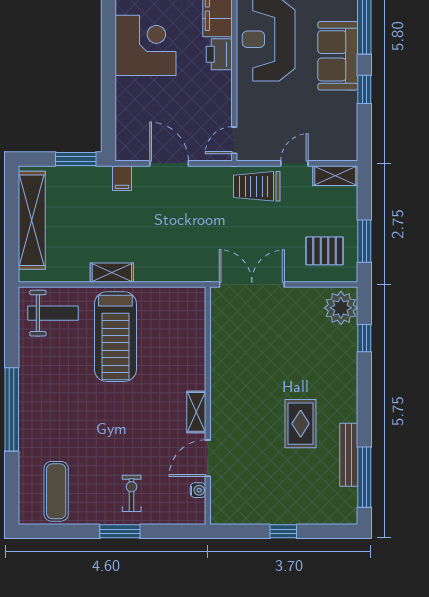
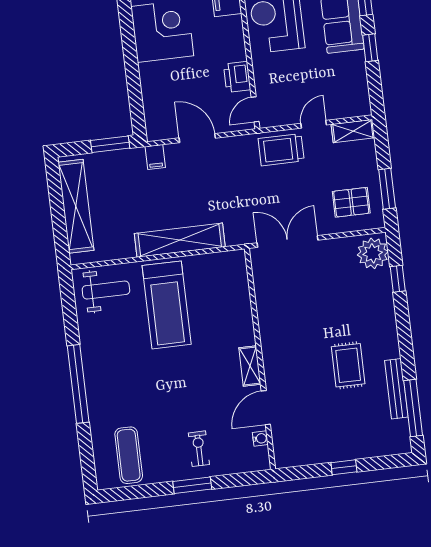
printer: (219, 54) -> (237, 77), moved
shelving: (112, 273) -> (180, 240), width x2.20, depth x1.33

